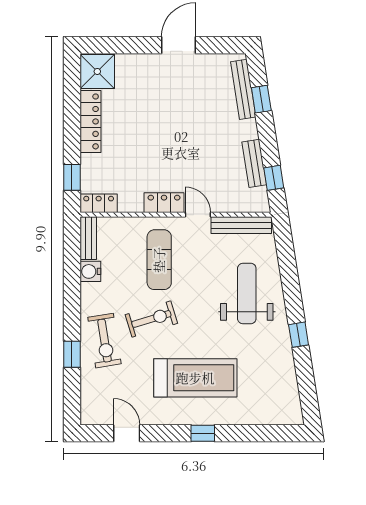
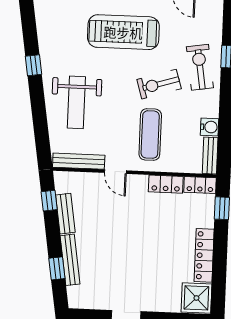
bench: (243, 89) -> (70, 260), moved
locker: (164, 203) -> (166, 184), moved

